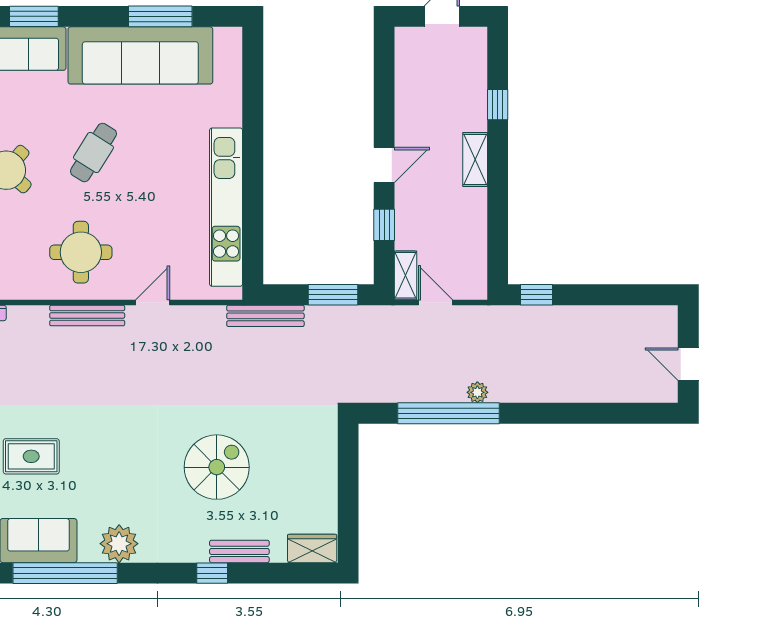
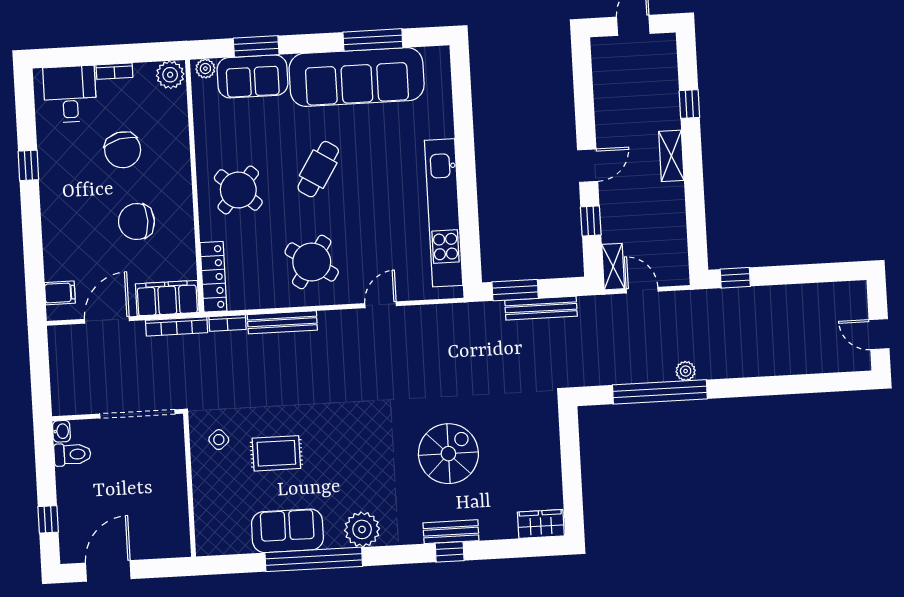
round table: (81, 252) -> (312, 262), turned 34
window: (333, 295) -> (515, 290), moved
bench: (87, 316) -> (282, 322), moved
bench: (265, 316) -> (541, 308), moved
bench: (239, 551) -> (451, 532), moved

